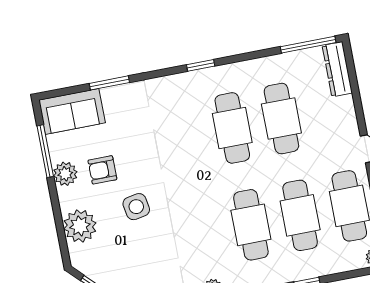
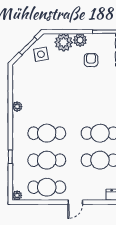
plant: (65, 174) -> (80, 40), moved
side table: (136, 207) -> (41, 54), moved

